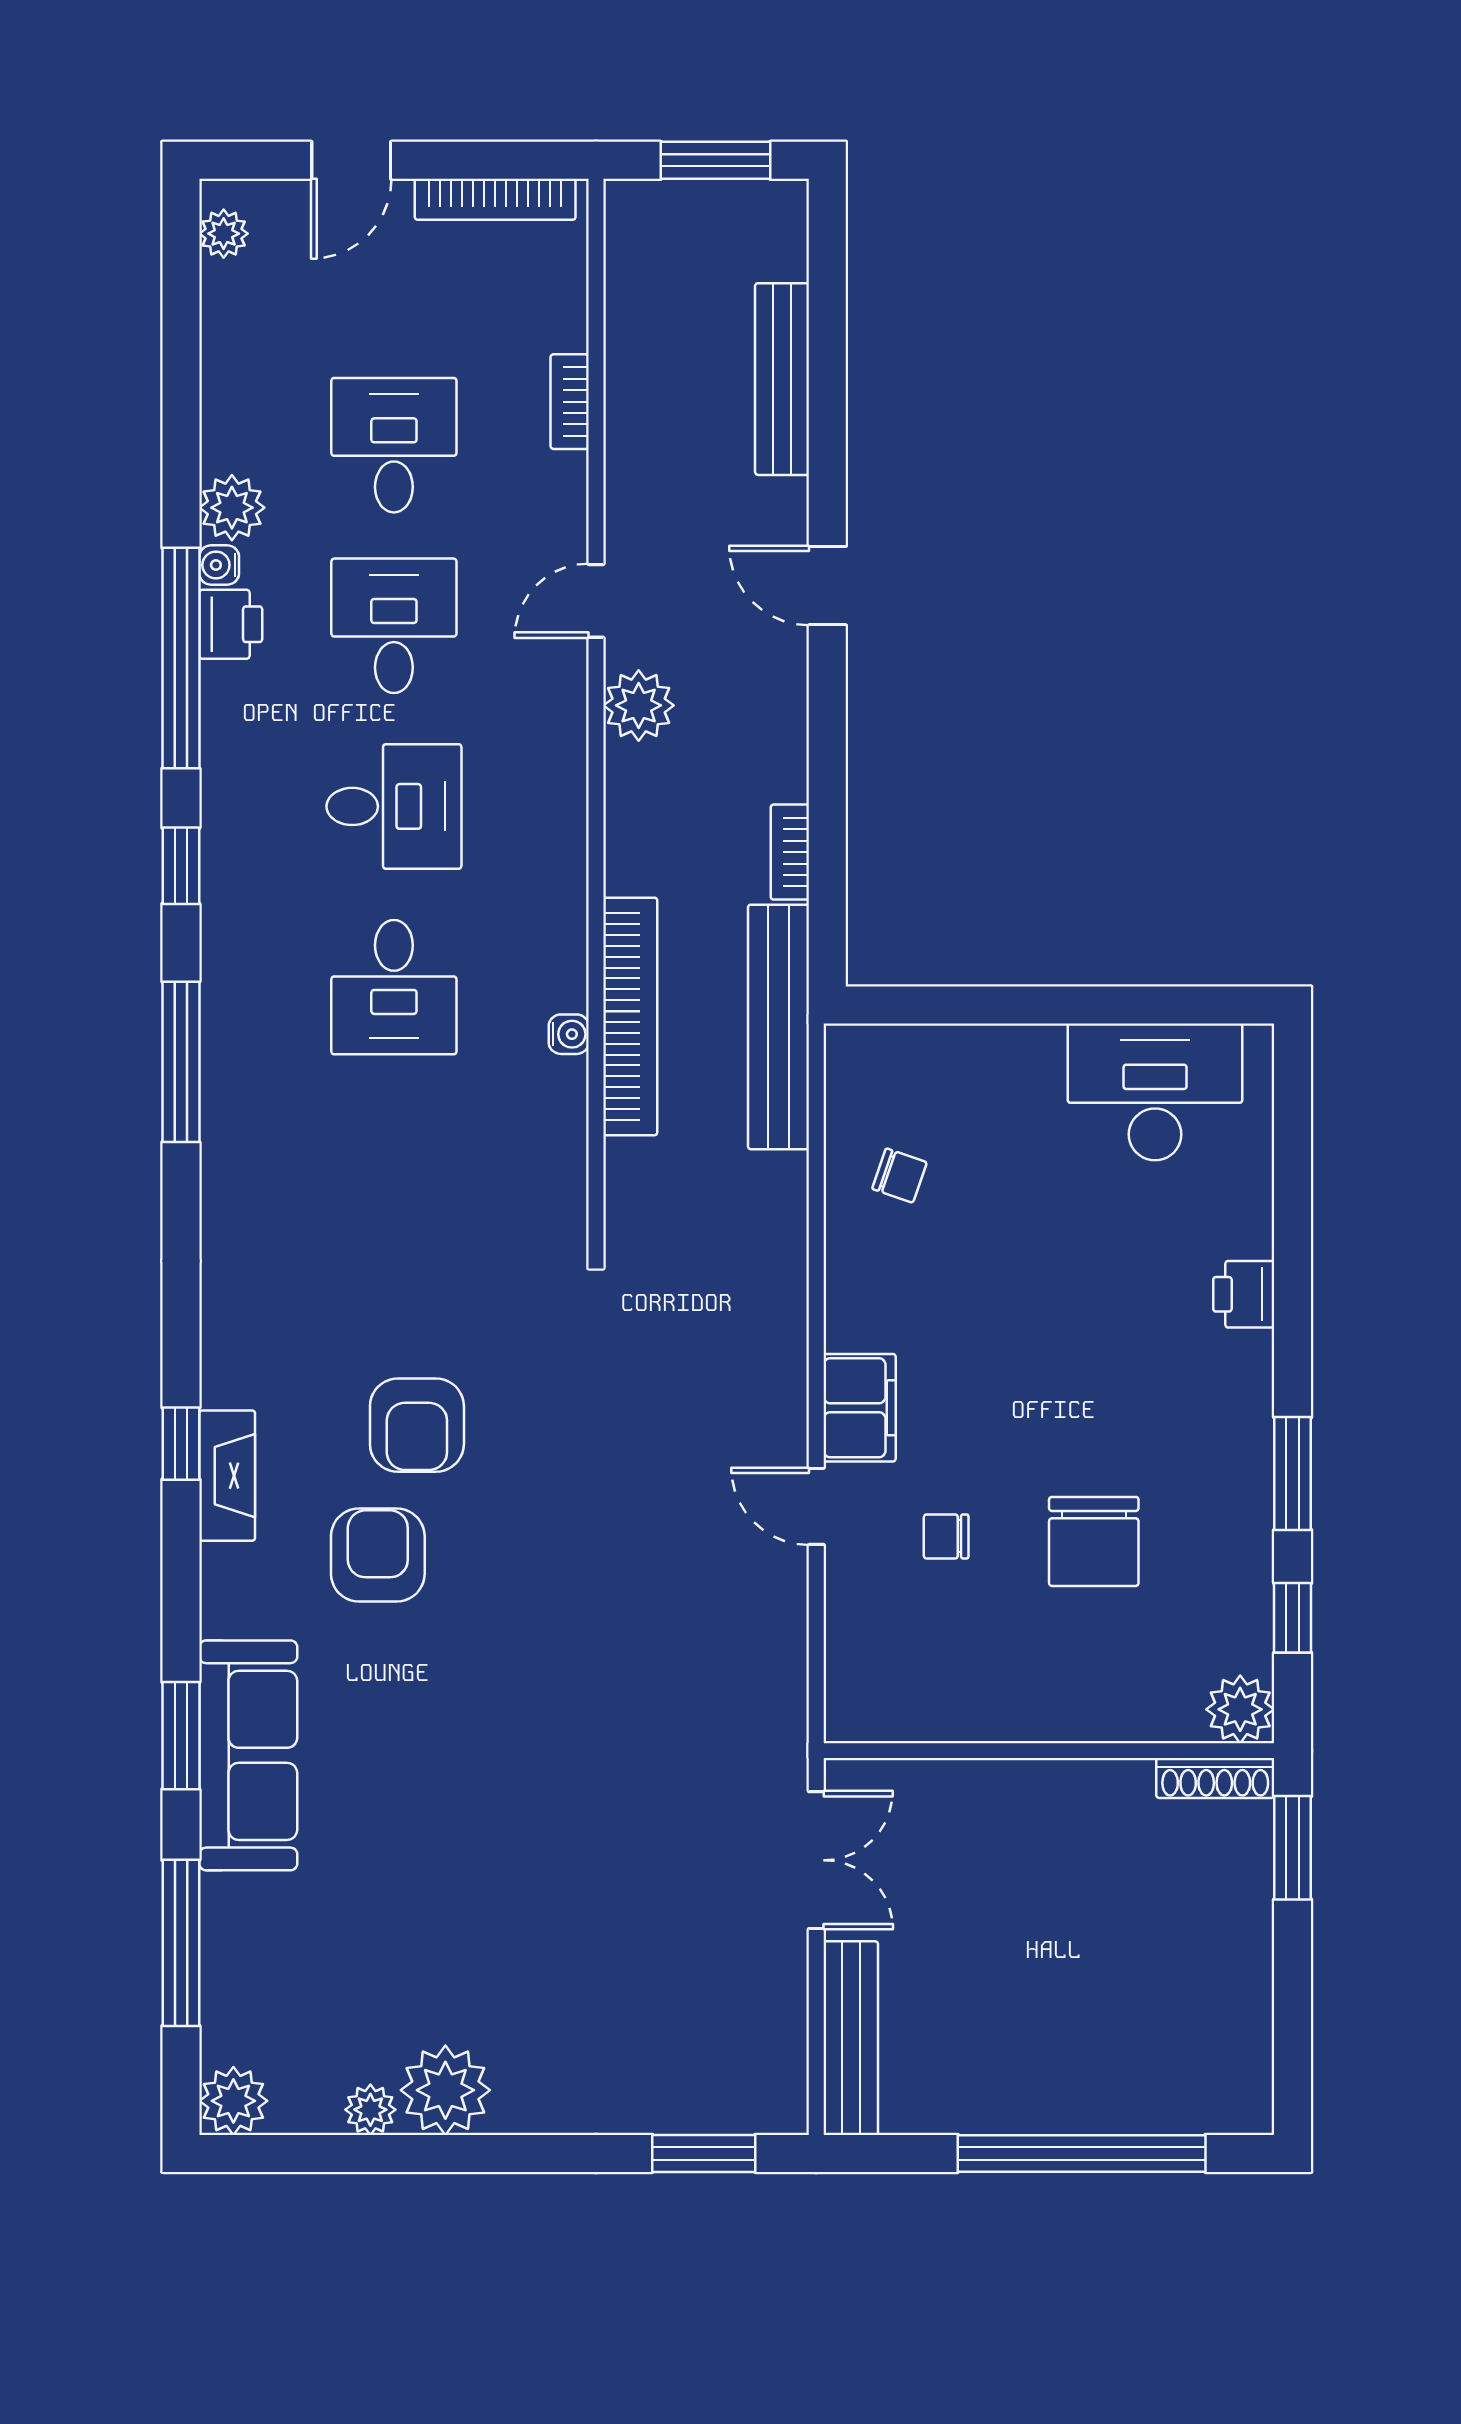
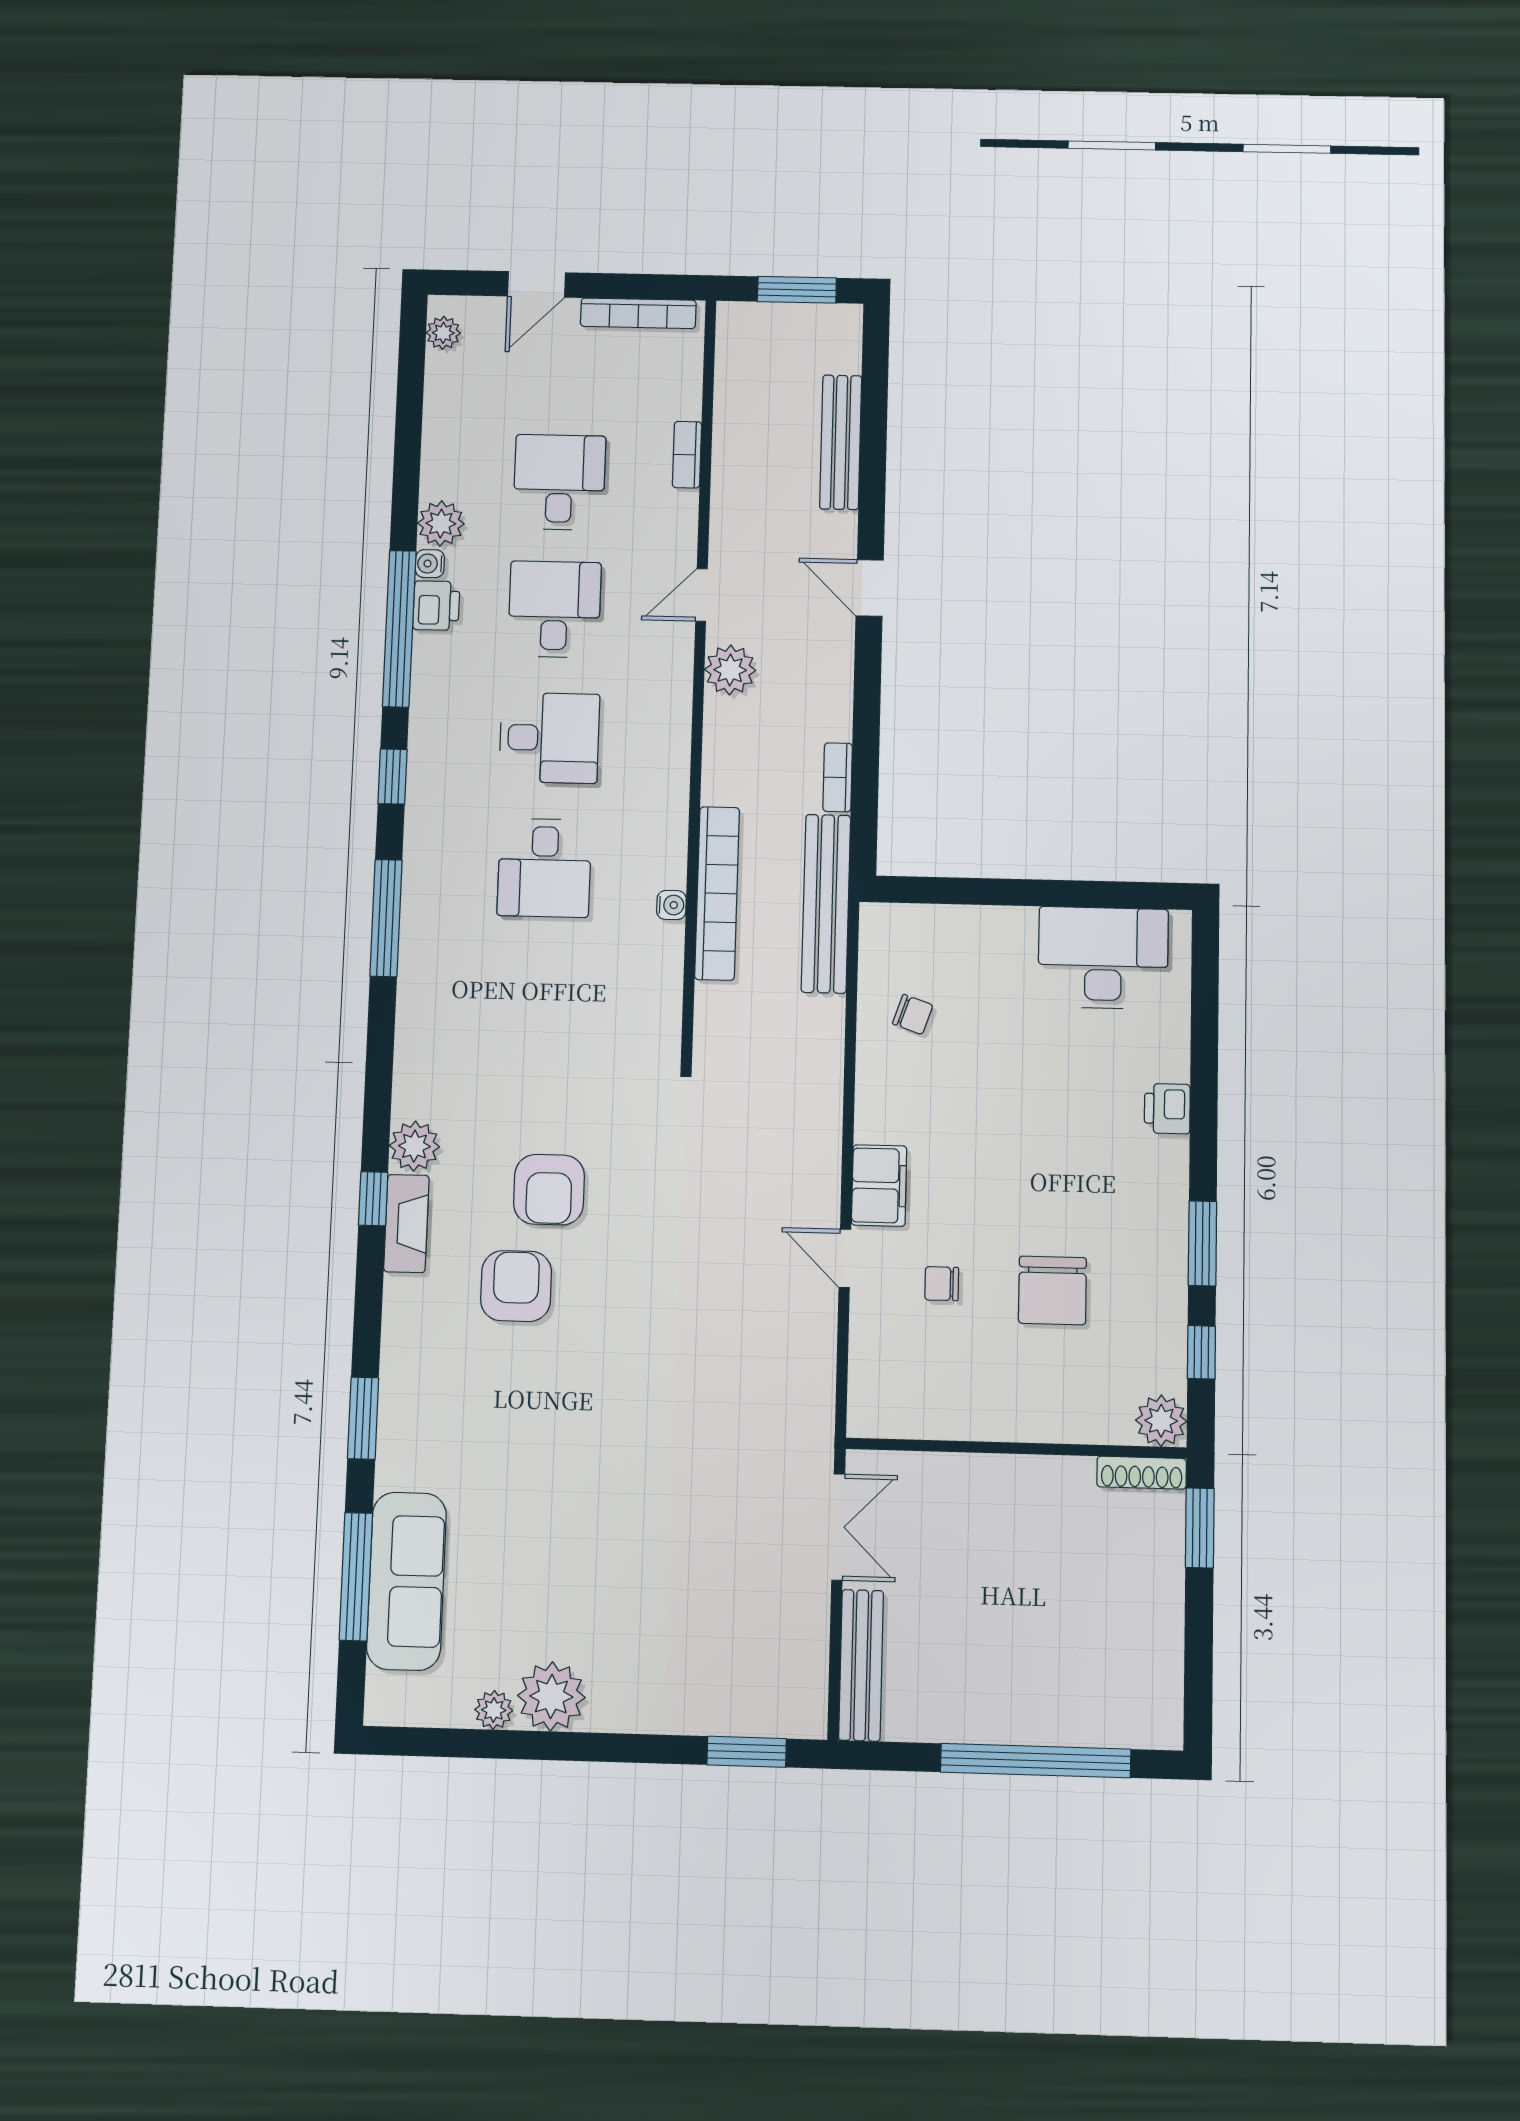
sofa: (248, 1755) -> (406, 1581), moved
plant: (233, 2101) -> (414, 1146), moved

